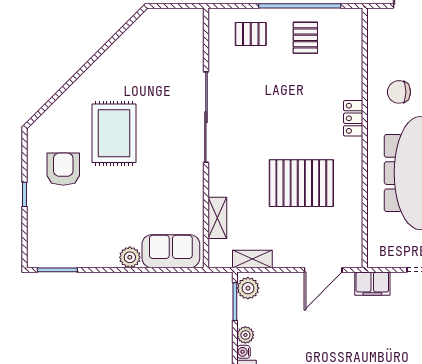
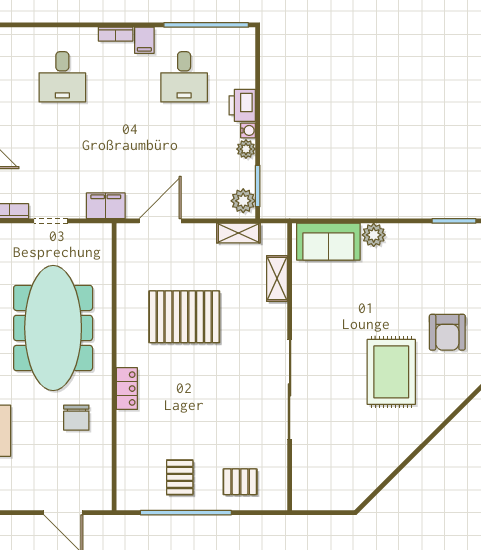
chair: (399, 92) -> (76, 418), turned 90

